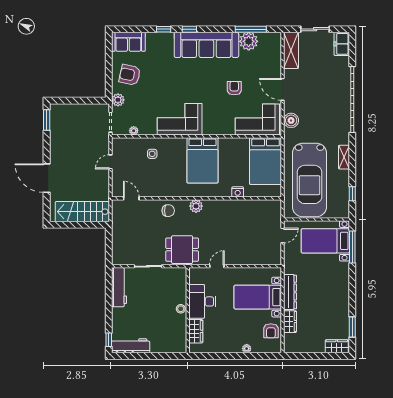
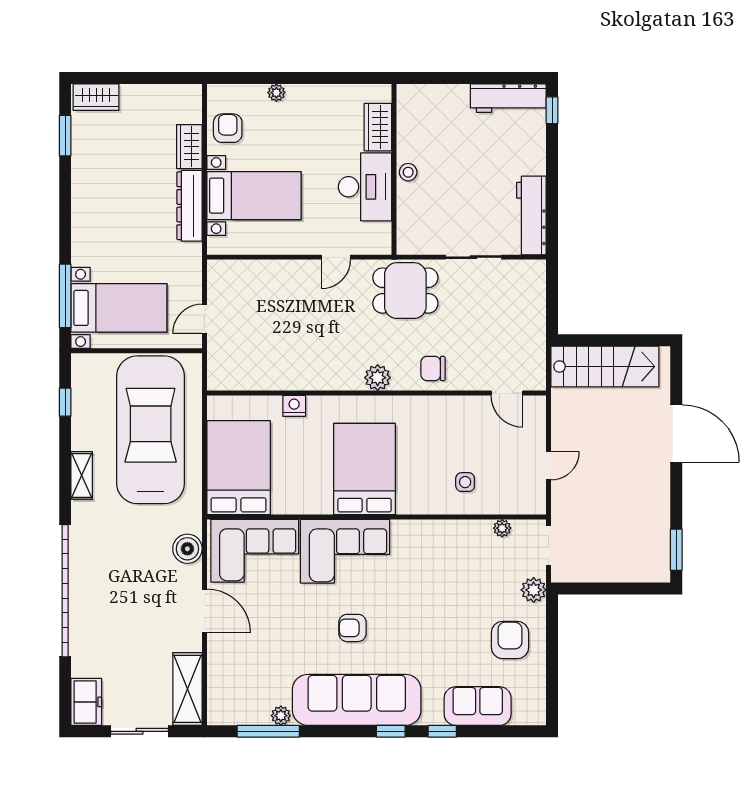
plant: (249, 41) -> (281, 716), width x0.53, depth x0.53
sofa: (128, 42) -> (478, 706), moved
armchair: (130, 75) -> (510, 640), turned -102
armchair: (234, 88) -> (353, 628), moved, turned 90
corner sofa: (180, 119) -> (345, 551), moved

